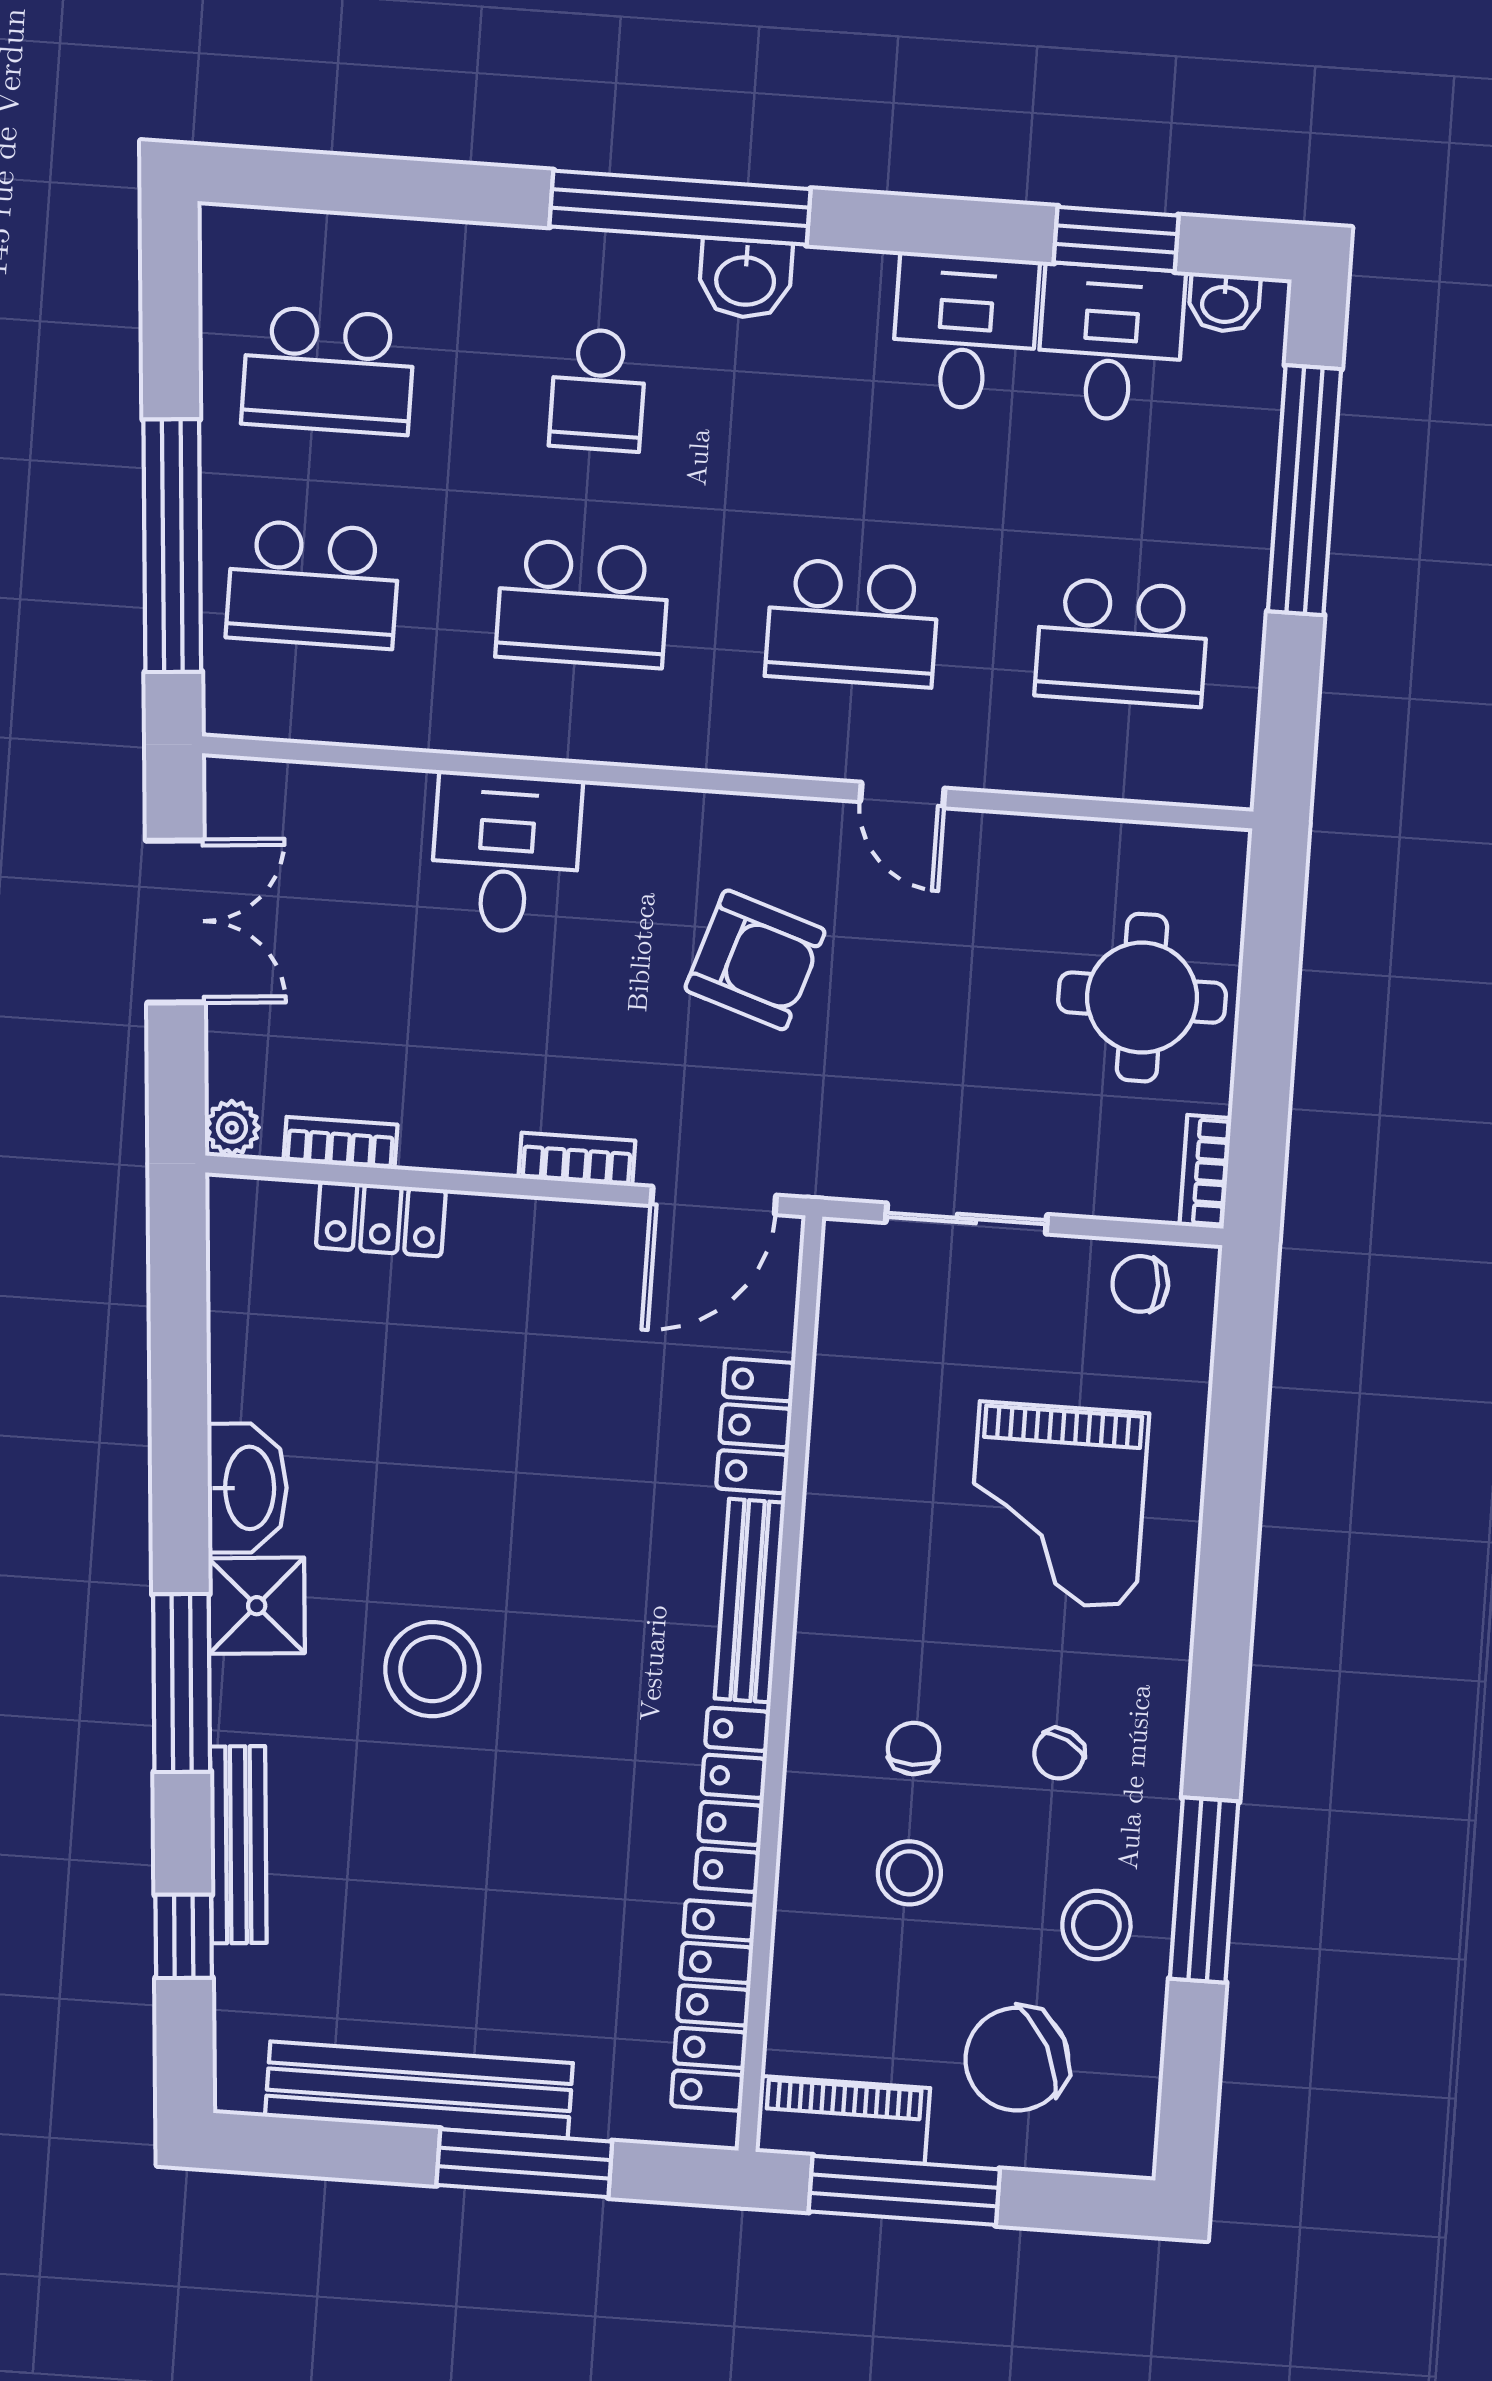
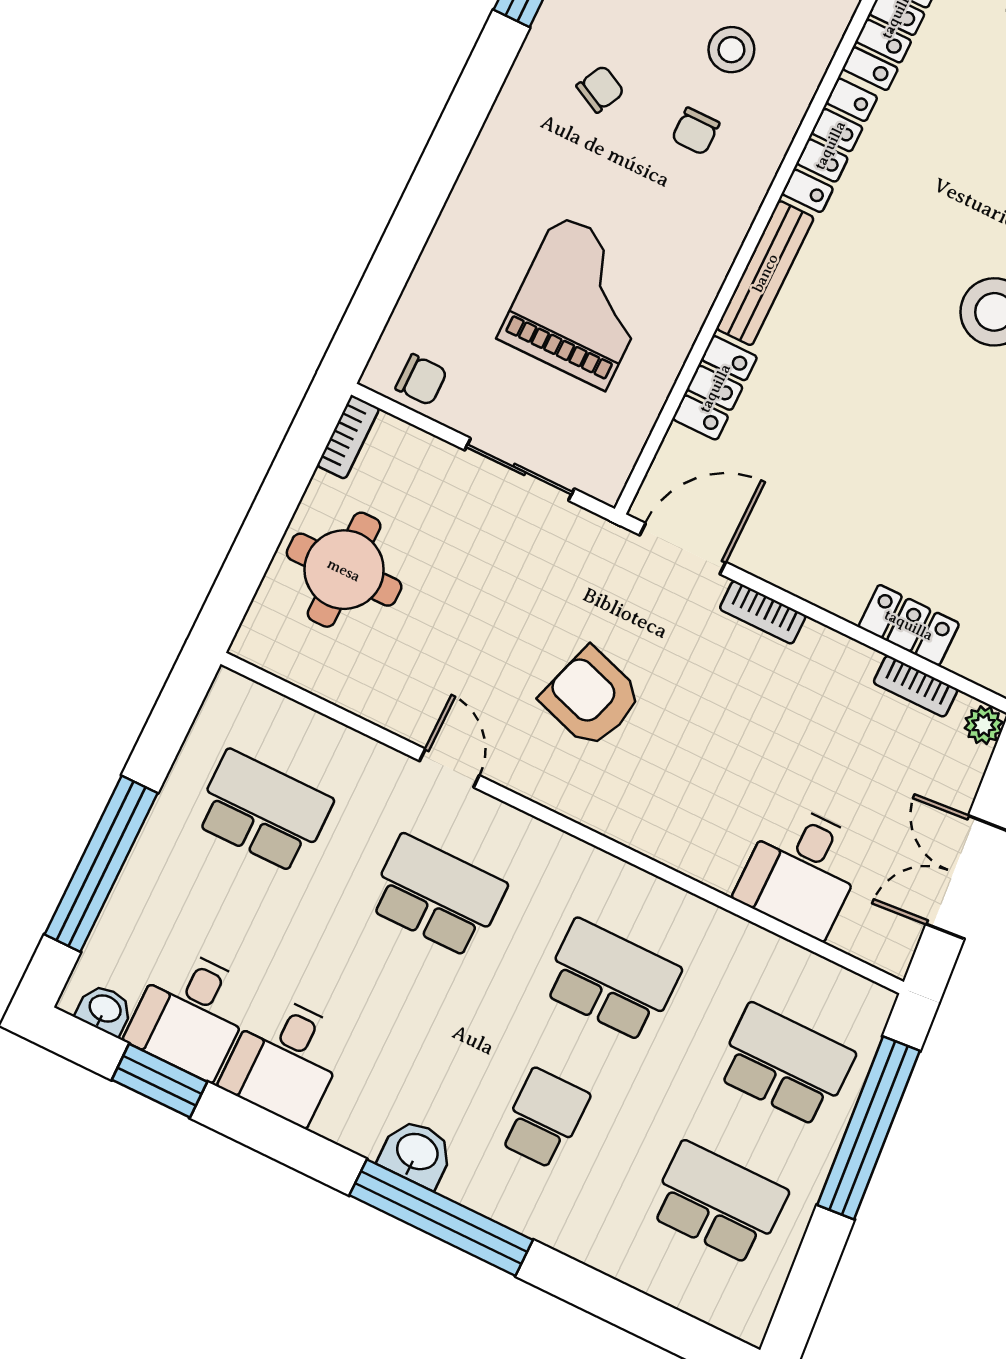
desk: (506, 853) -> (802, 871), moved
grand piano: (1058, 1505) -> (581, 302), moved

